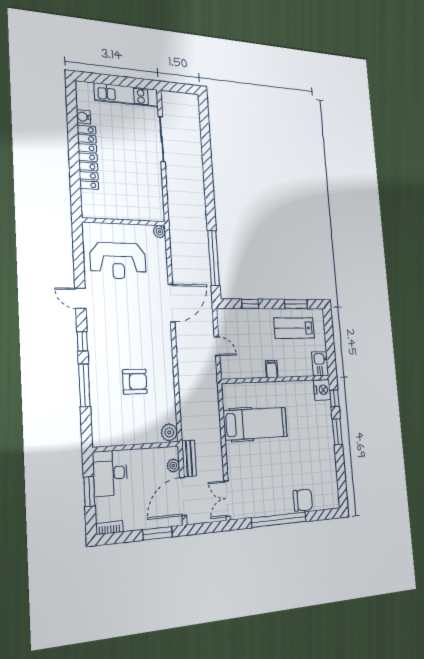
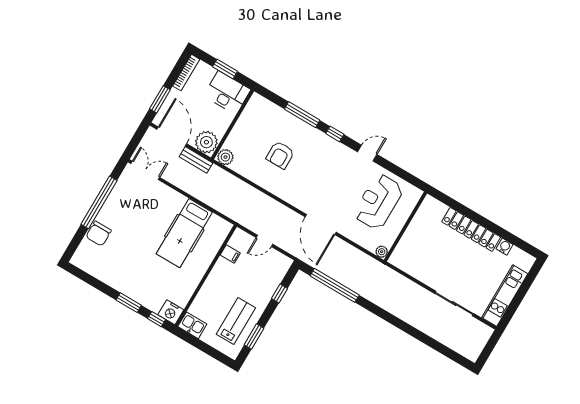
filing cabinet: (272, 369) -> (230, 254), moved
plant: (173, 466) -> (206, 142), width x1.87, depth x1.87
bookcase: (109, 528) -> (186, 73), width x1.56

